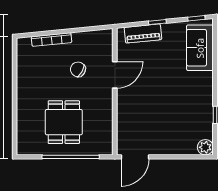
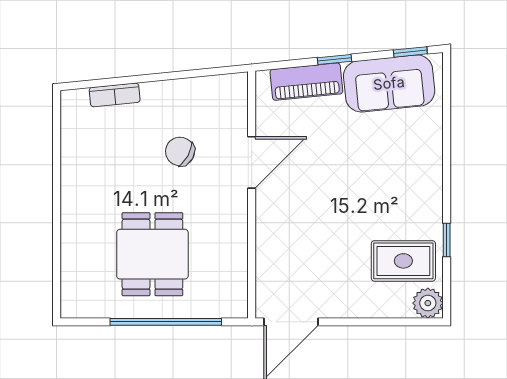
bookcase: (52, 40) -> (115, 95), width x0.64
sofa: (200, 48) -> (389, 83), moved, turned -96
rug: (193, 126) -> (403, 261), added

